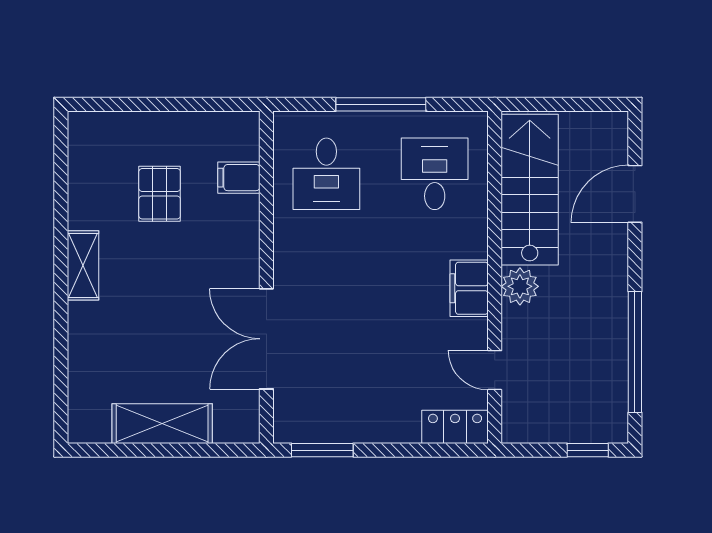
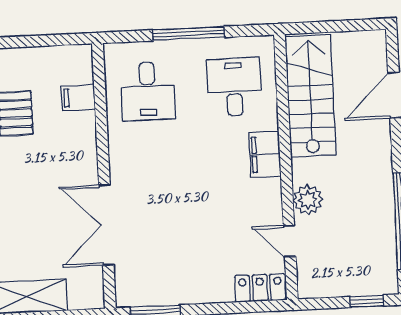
plant: (520, 286) -> (308, 200), moved
filing cabinet: (469, 288) -> (265, 154), moved

